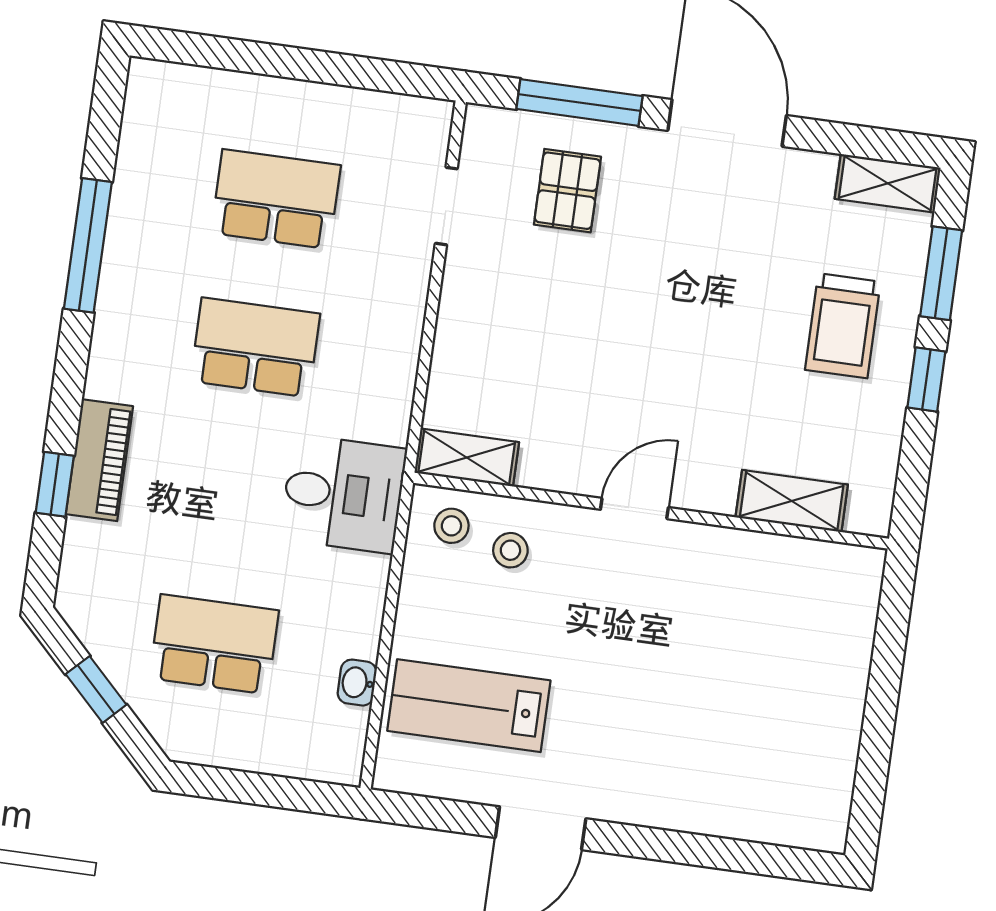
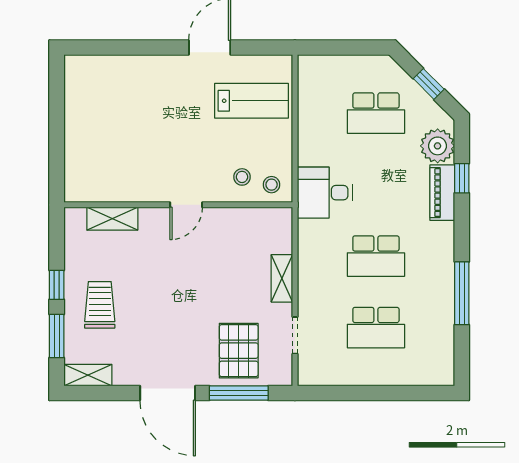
pallet: (567, 191) -> (239, 351), width x1.50, depth x1.42
shelving: (467, 458) -> (282, 278), moved, turned 90
plant: (96, 558) -> (438, 146), added
washbasin: (357, 683) -> (306, 104), removed

